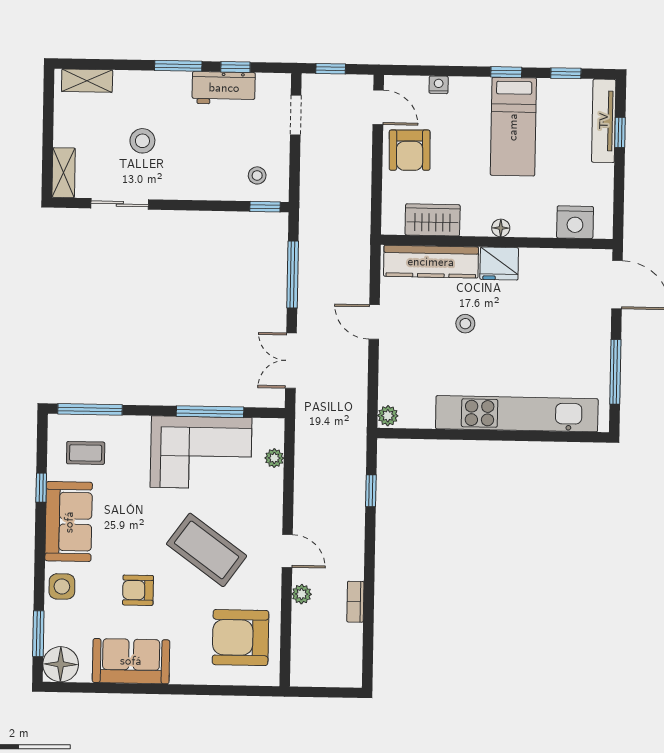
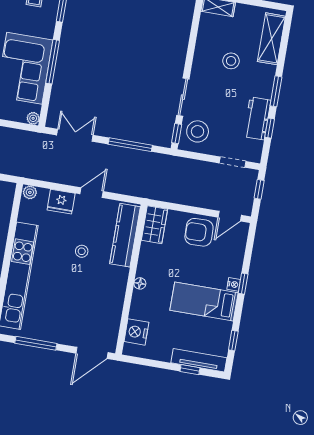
window: (506, 72) -> (243, 284), moved
shelving: (87, 81) -> (271, 39), width x1.50, depth x1.33
nightstand: (439, 85) -> (234, 284), moved
stool: (257, 175) -> (198, 131), width x1.89, depth x1.89
sliding door: (120, 204) -> (183, 97), moved
wardrobe: (433, 220) -> (154, 225), moved
fridge: (499, 264) -> (61, 202), moved, turned -90
window: (210, 412) -> (53, 62), moved
plant: (274, 458) -> (33, 118), moved

